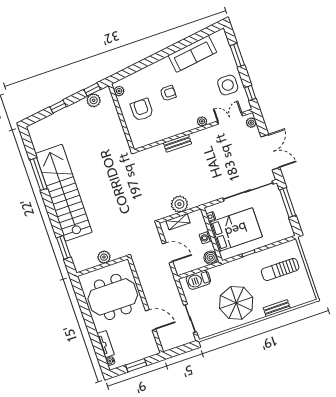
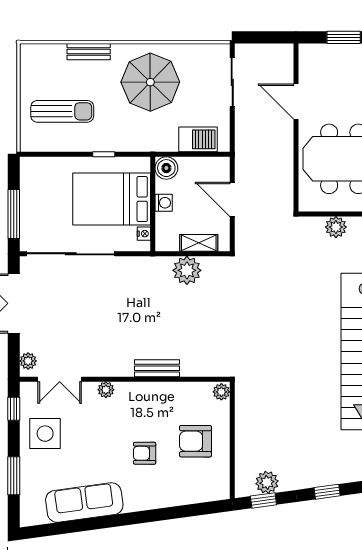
plant: (119, 91) -> (221, 392), moved
armchair: (142, 110) -> (196, 441), turned 90

